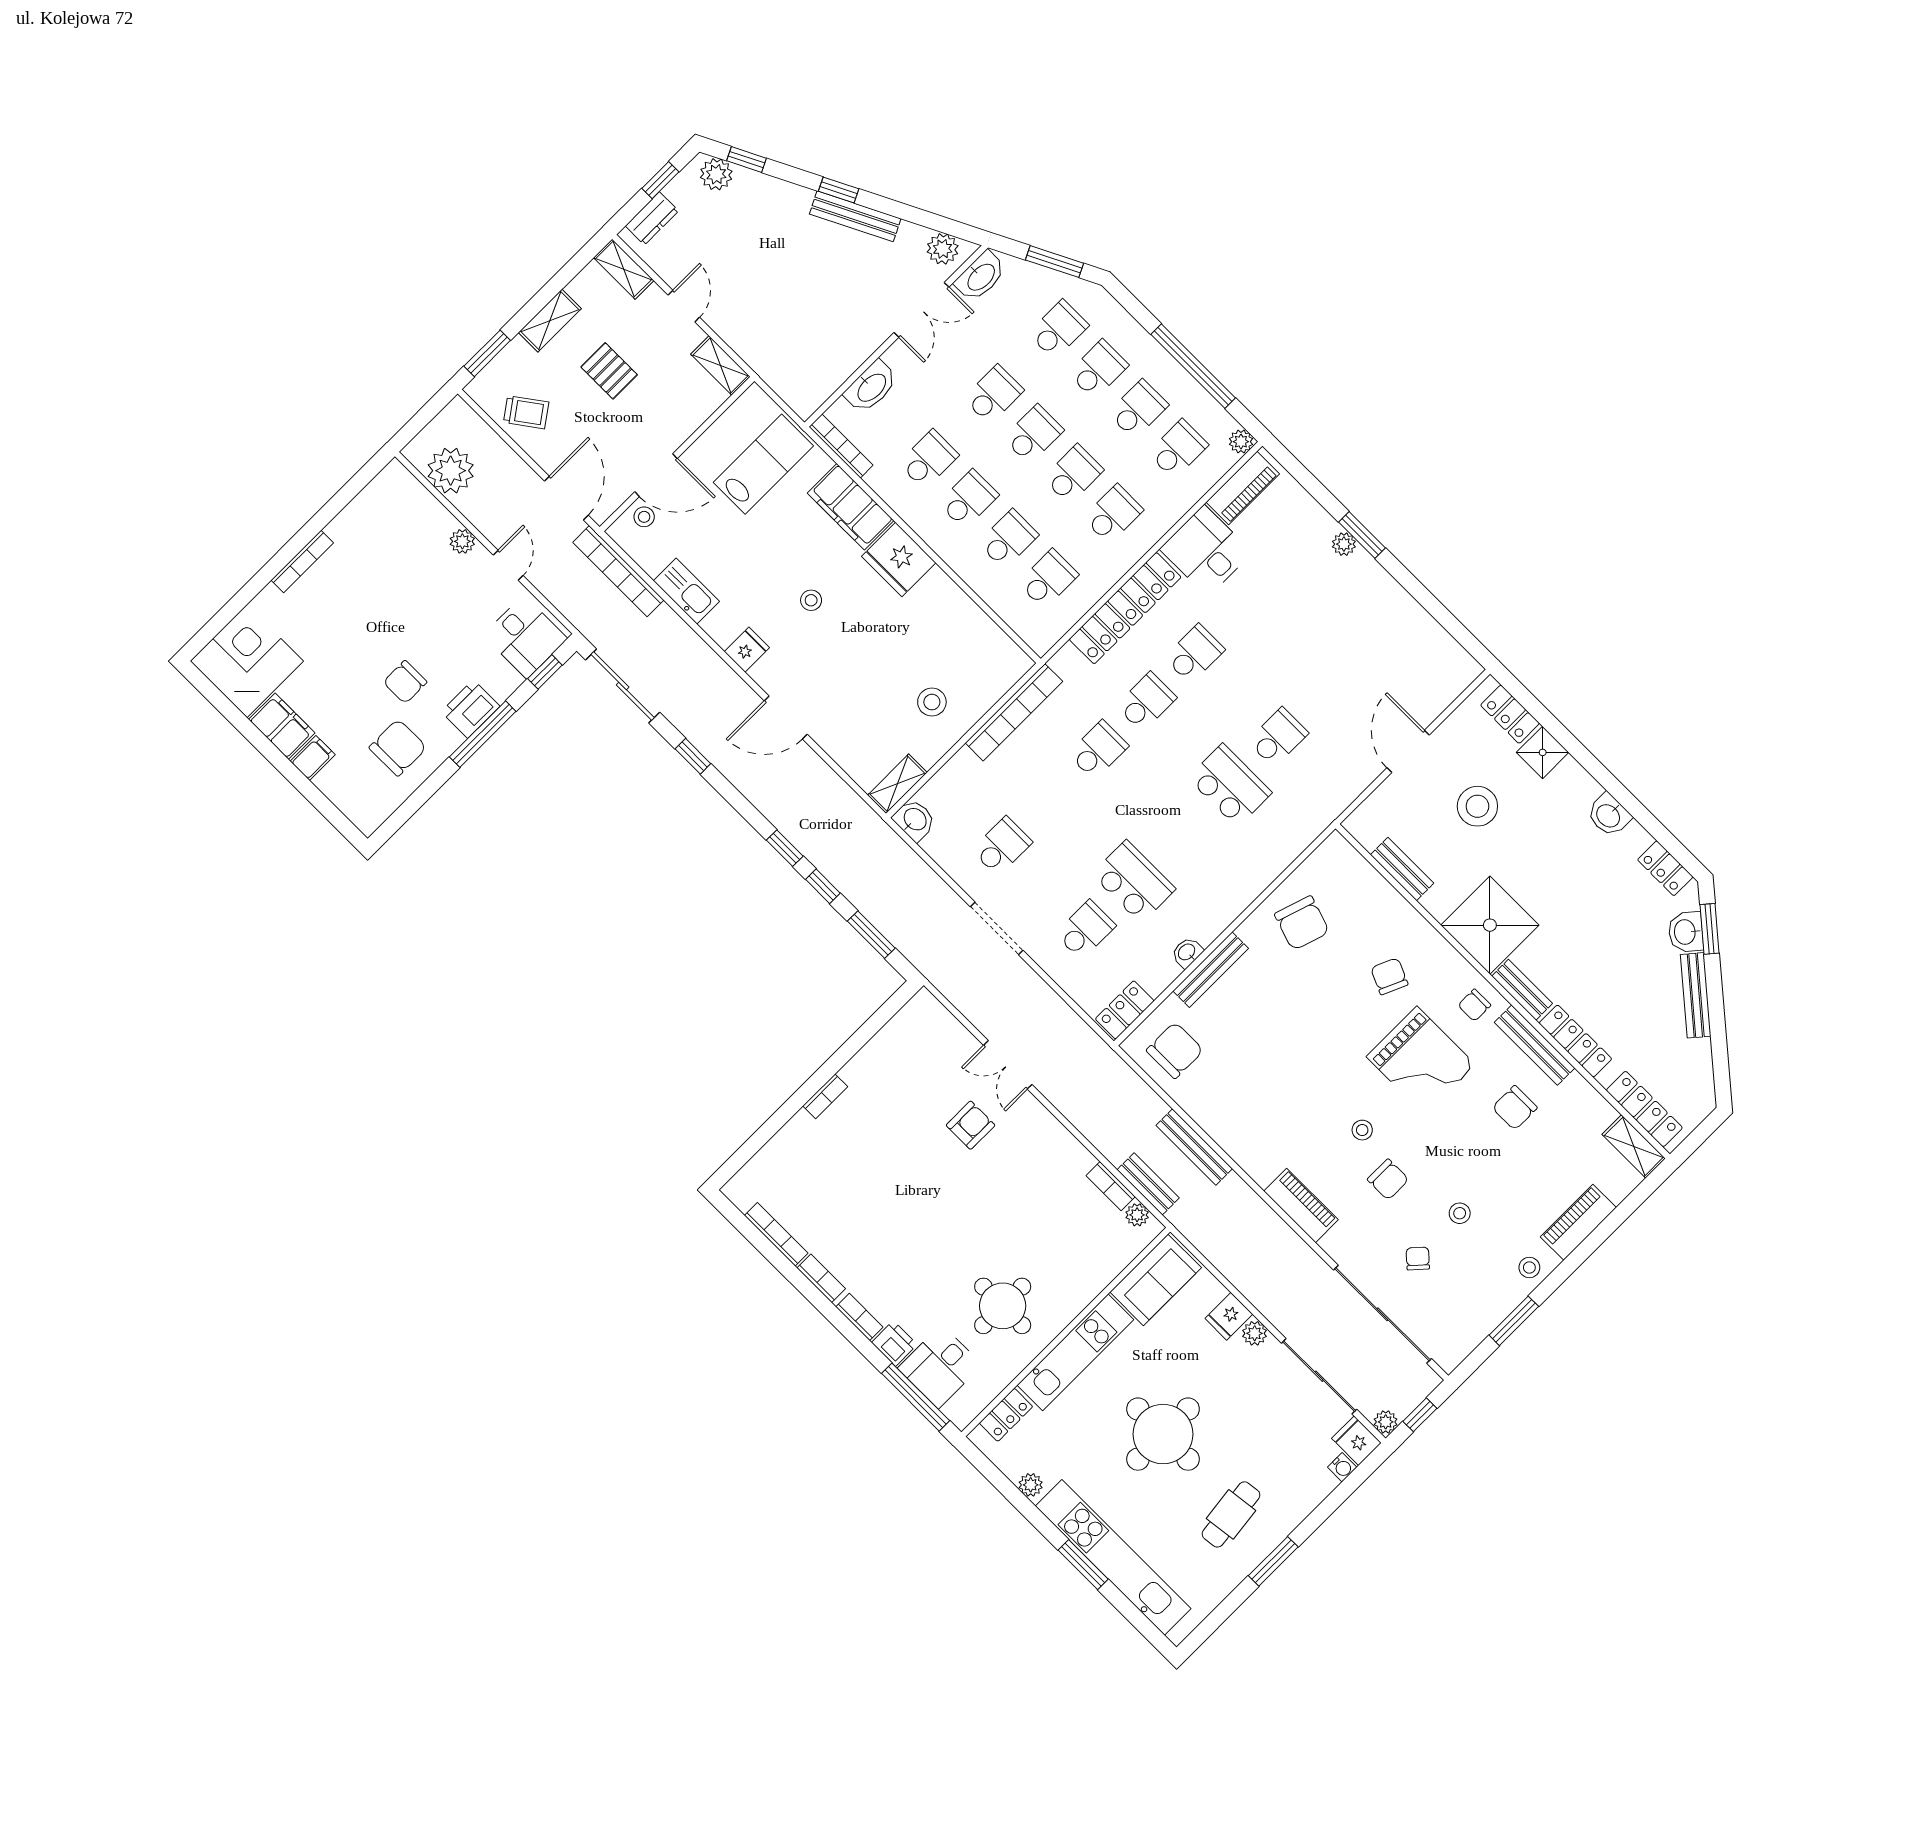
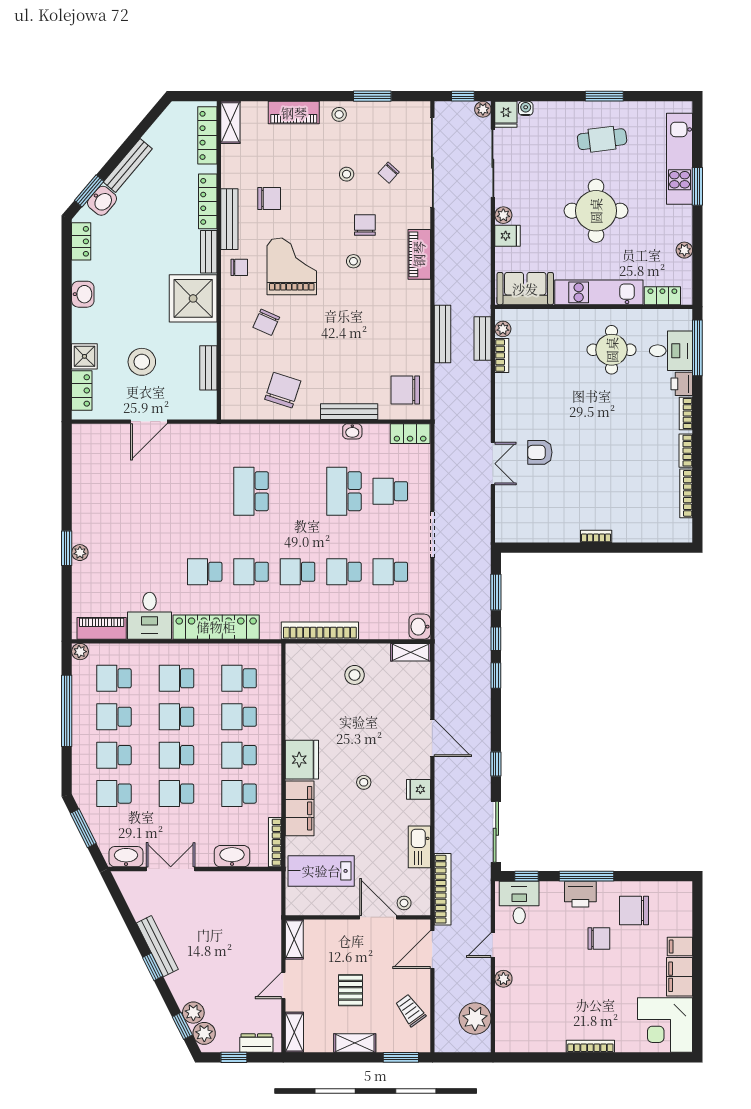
plant: (943, 249) -> (193, 1013), moved
school desk: (1278, 737) -> (344, 572), moved
kitchen unit: (1113, 1557) -> (680, 159), width x0.73

